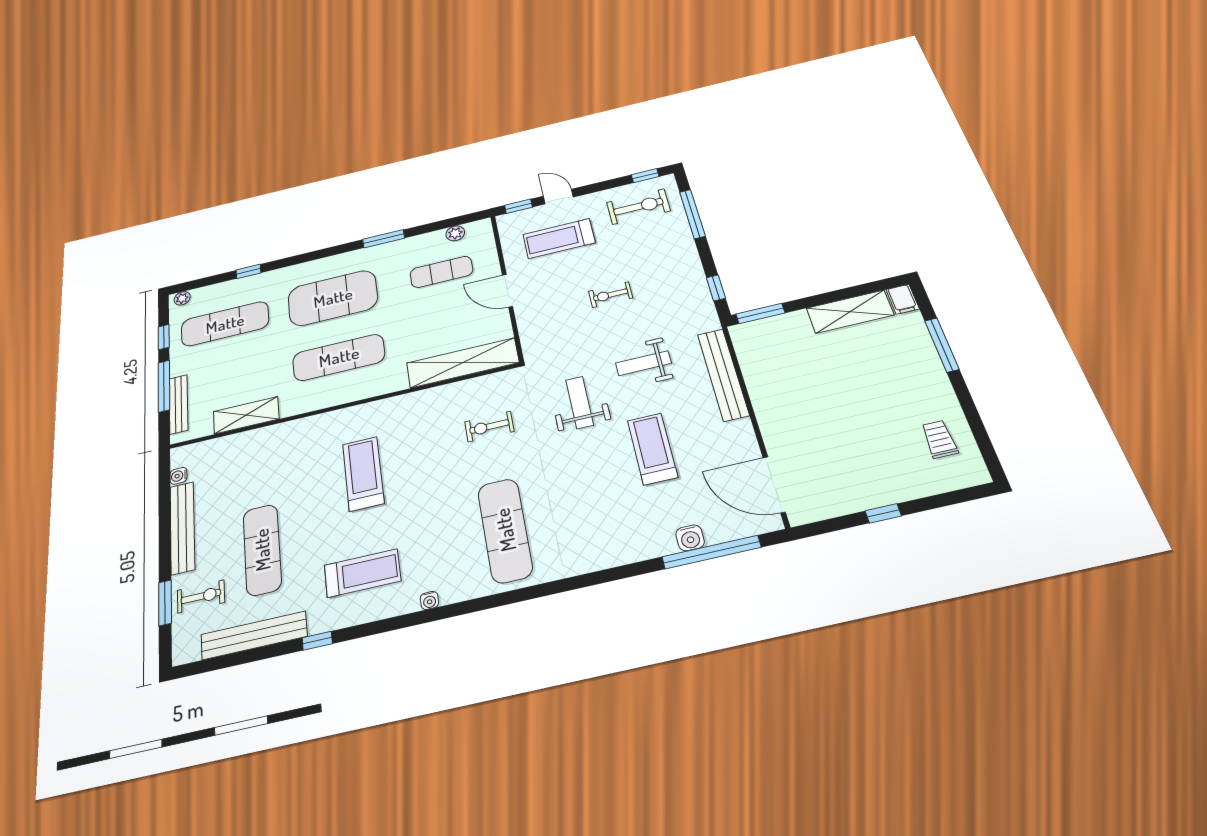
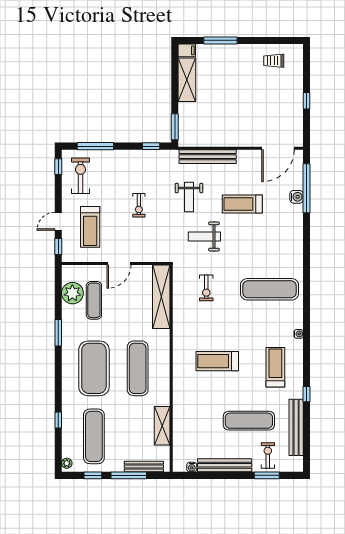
plant: (455, 233) -> (72, 293), width x1.88, depth x1.88

